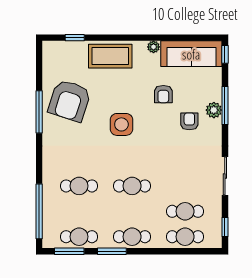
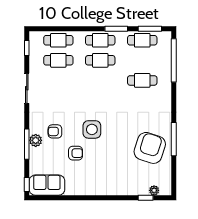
plant: (154, 47) -> (154, 190), moved
sofa: (191, 54) -> (47, 185), width x0.73
coffee table: (110, 56) -> (118, 183), removed
armchair: (163, 94) -> (76, 153), turned 90
armchair: (189, 121) -> (55, 131), turned 90
side table: (121, 124) -> (92, 129), moved
cafe table: (132, 186) -> (100, 60), moved

